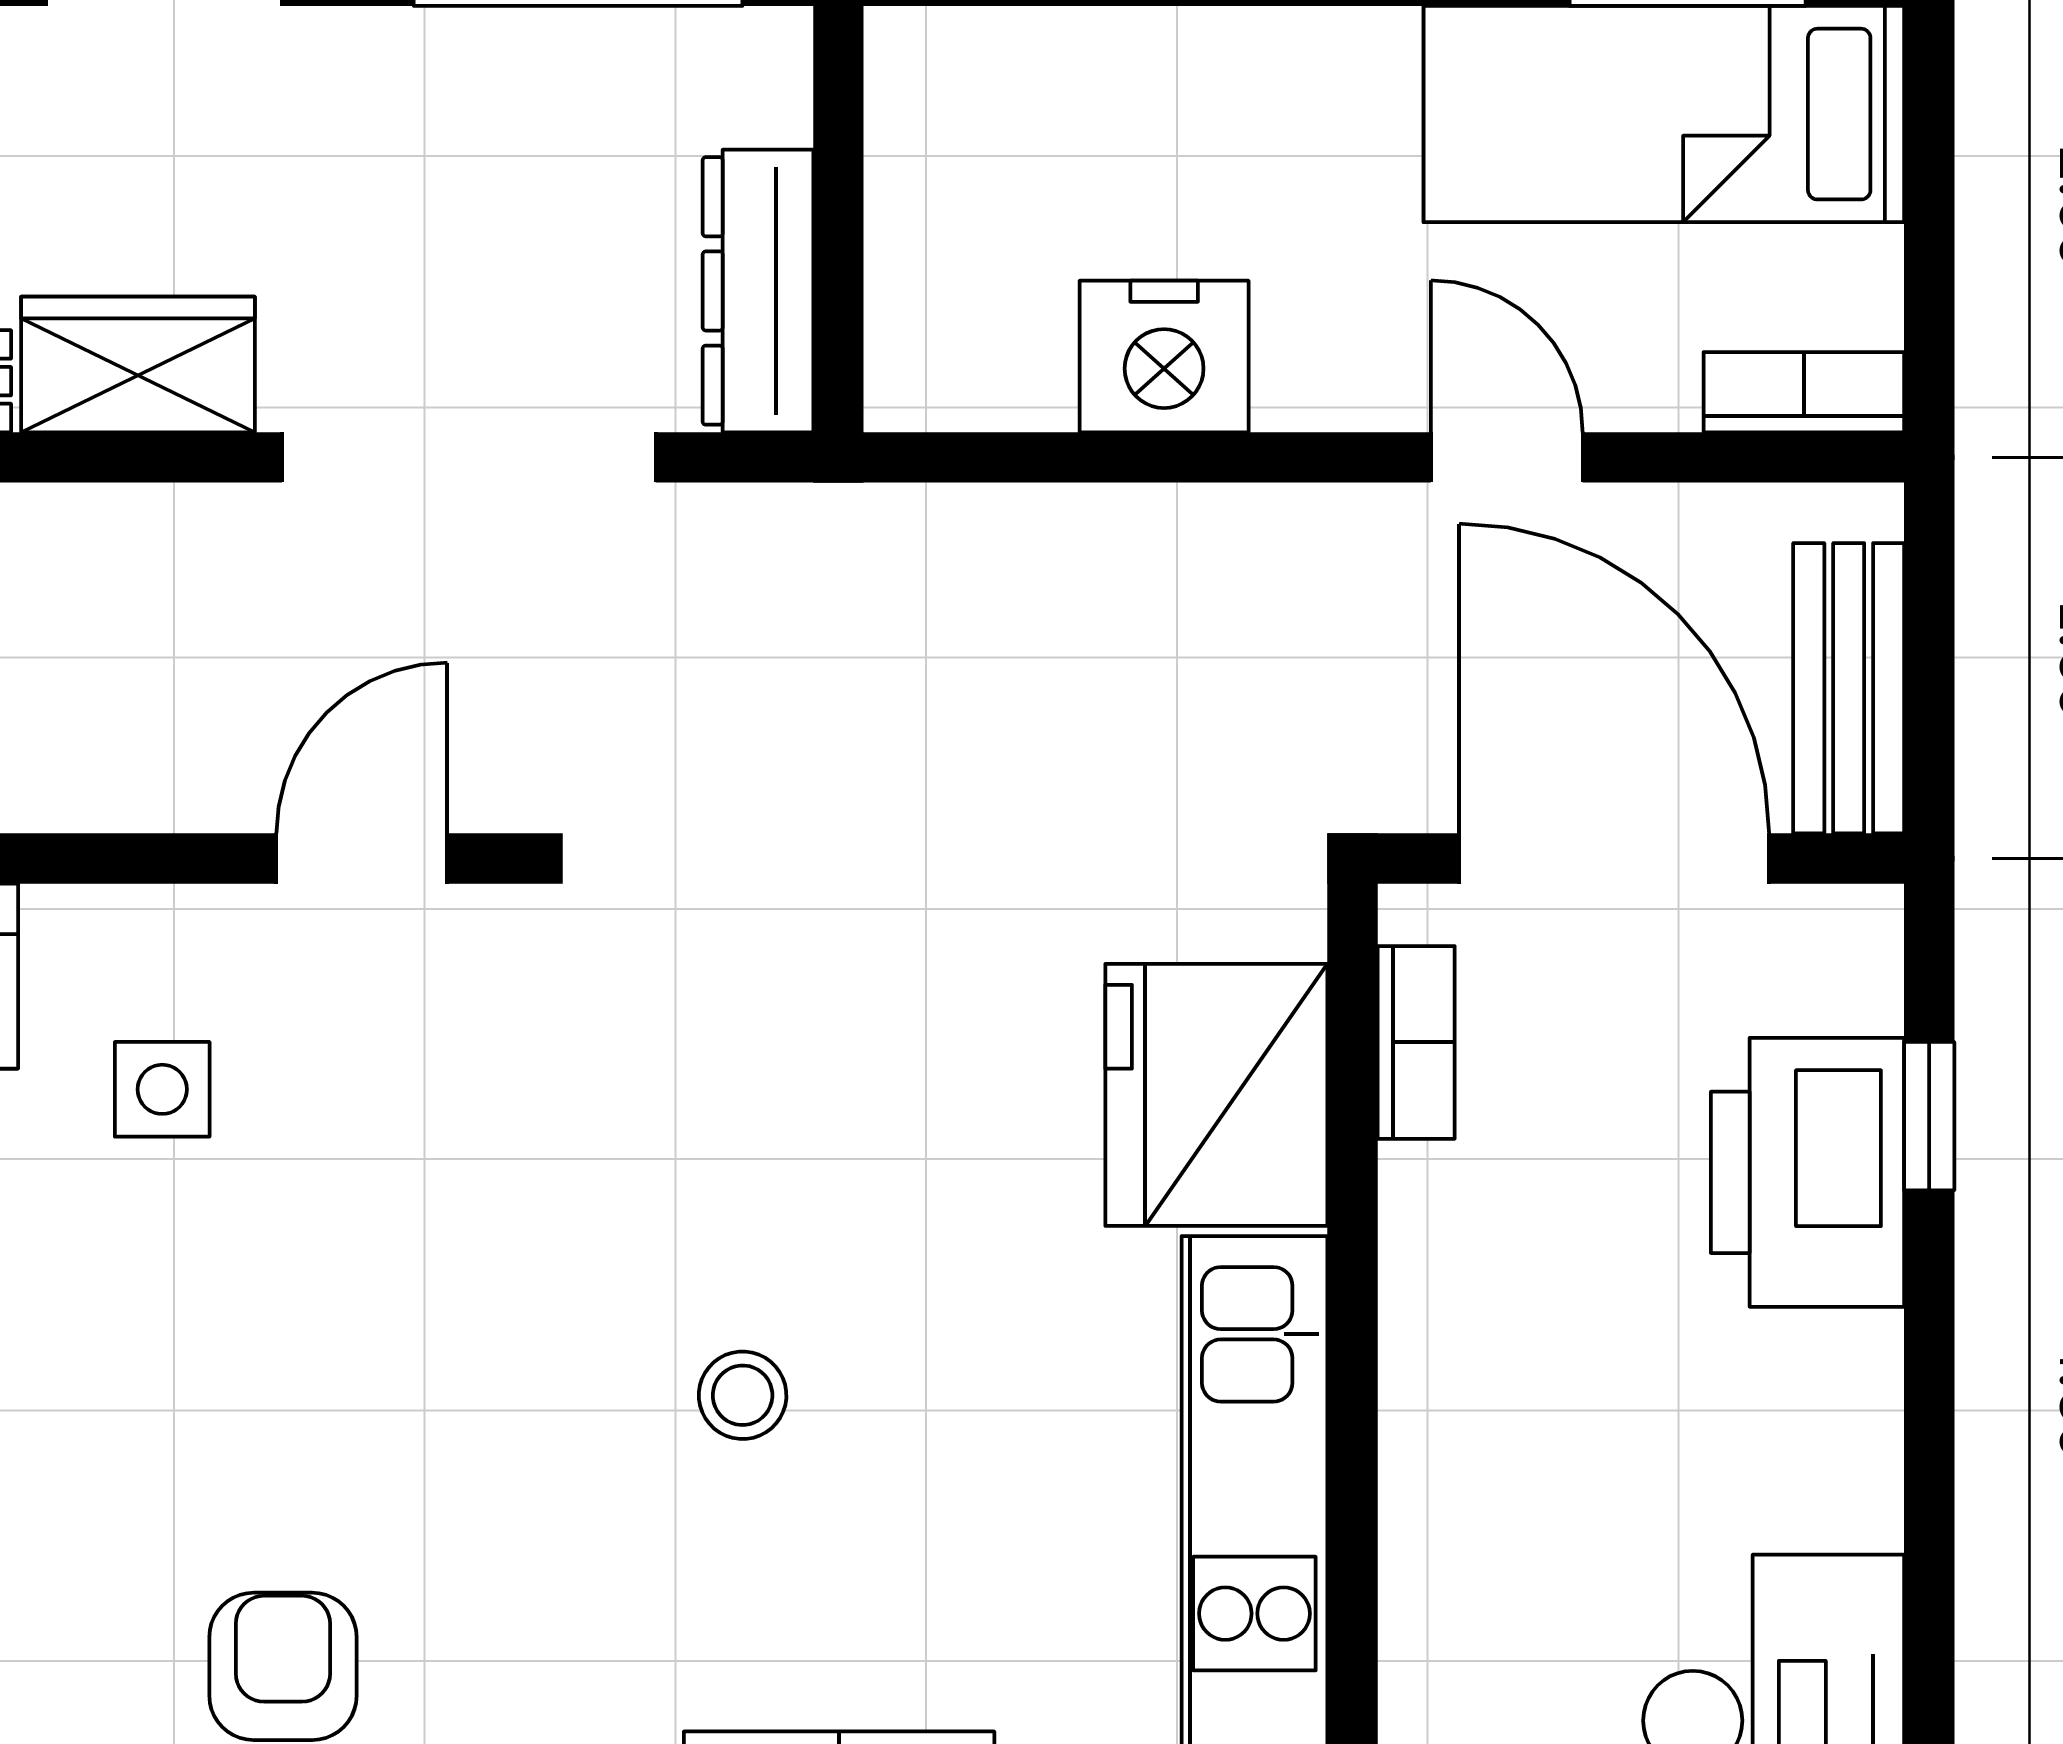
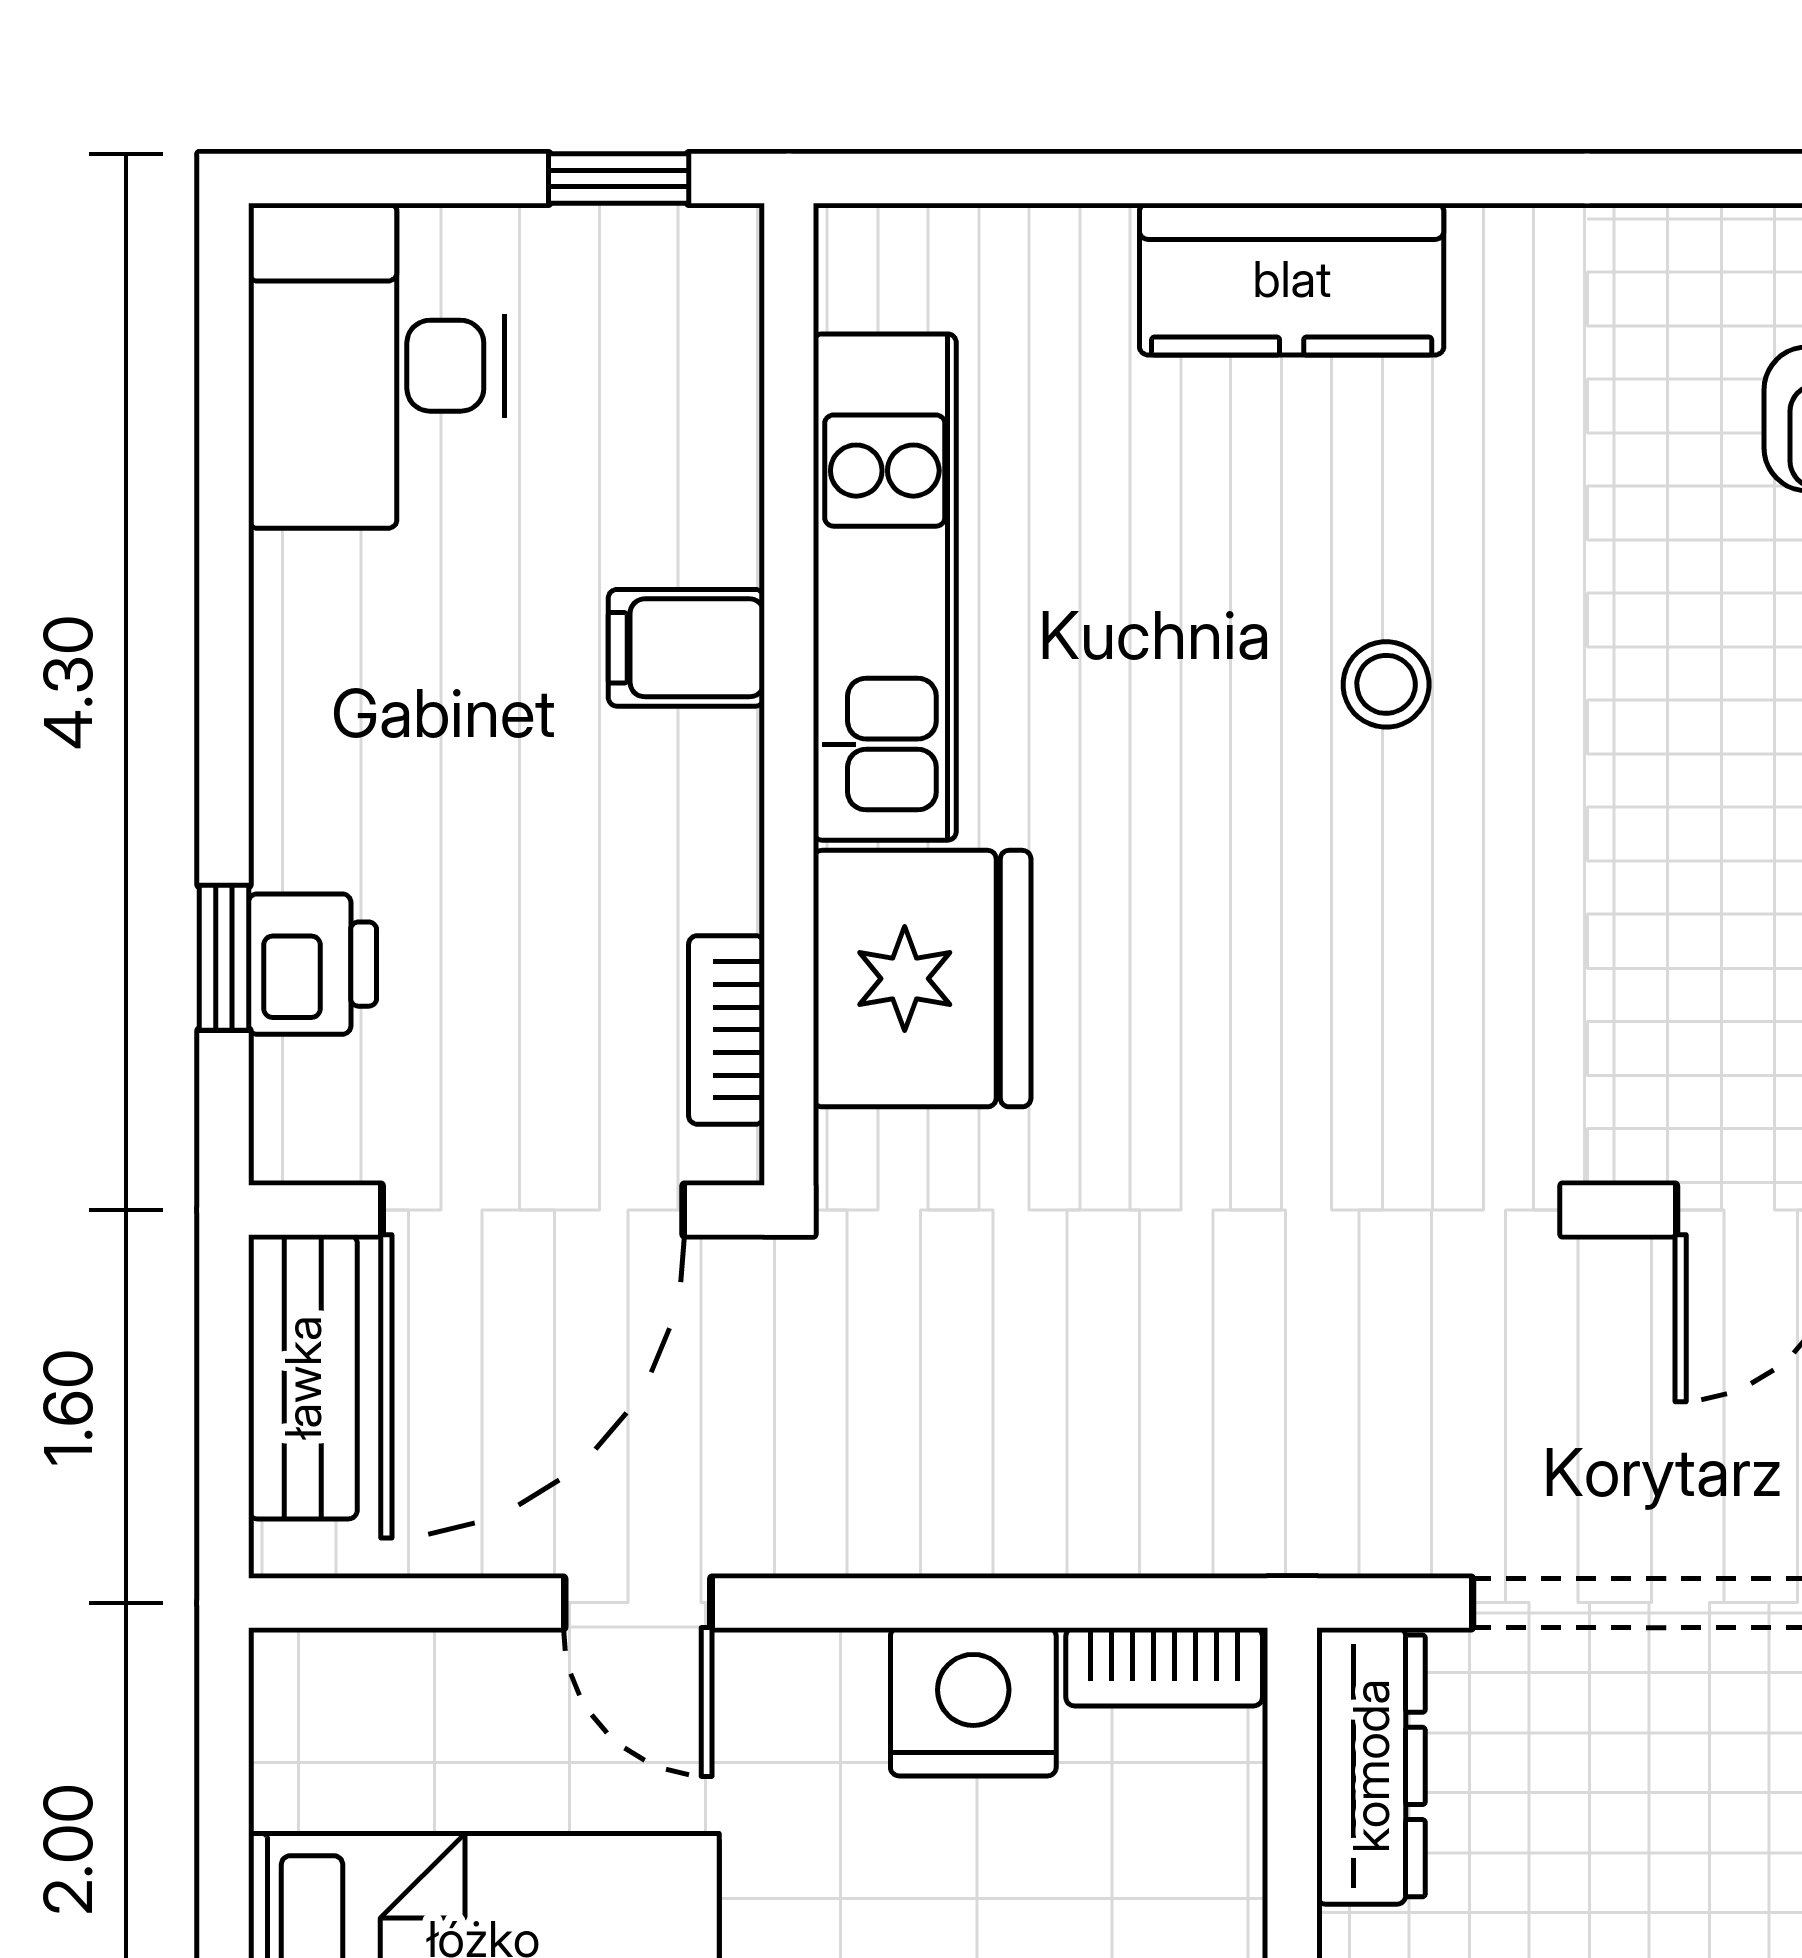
bookcase: (1804, 392) -> (1164, 1667), moved
door: (1614, 859) -> (533, 1210), hinge flipped
printer: (1807, 1172) -> (312, 964), width x0.53, depth x0.68
filing cabinet: (1457, 1433) -> (686, 648), added

